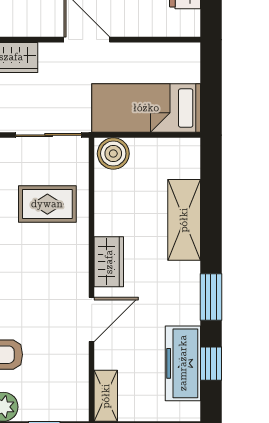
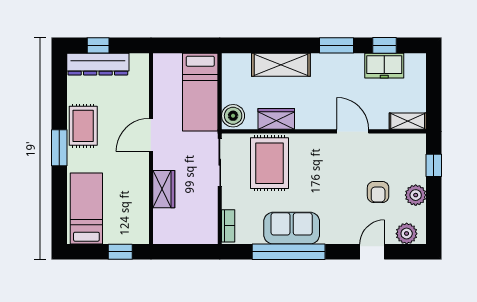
rug: (47, 204) -> (269, 163), width x1.36, depth x1.43
wardrobe: (109, 262) -> (276, 119), moved
freezer: (183, 363) -> (384, 66), width x0.71

